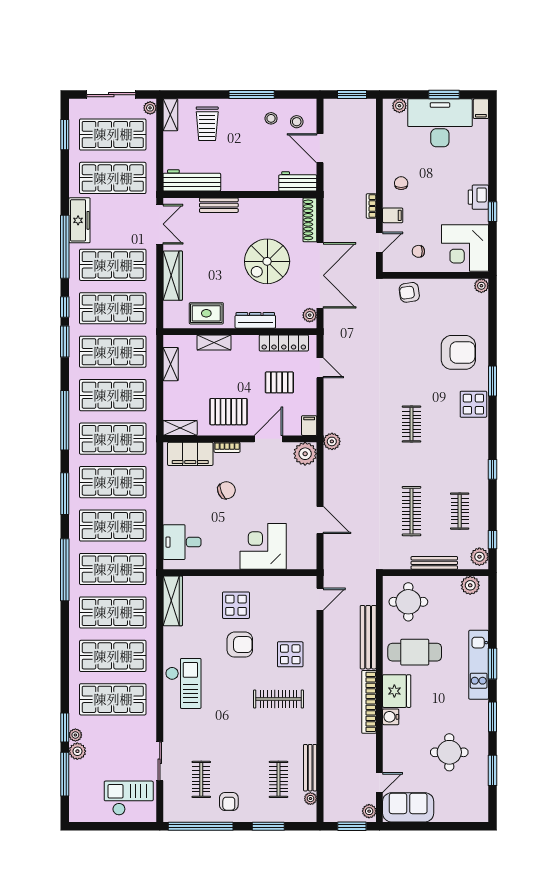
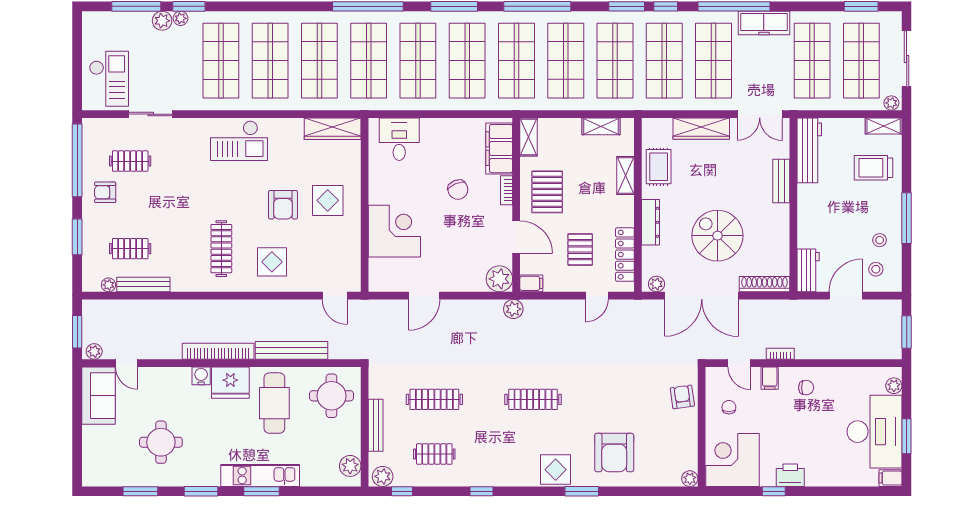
clothes rail: (411, 424) -> (533, 399), width x1.36

